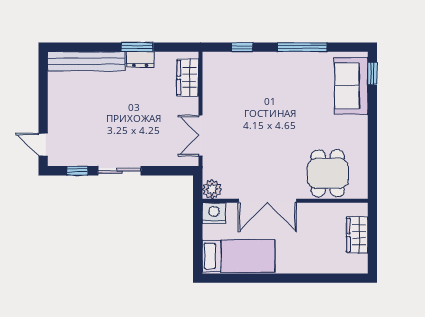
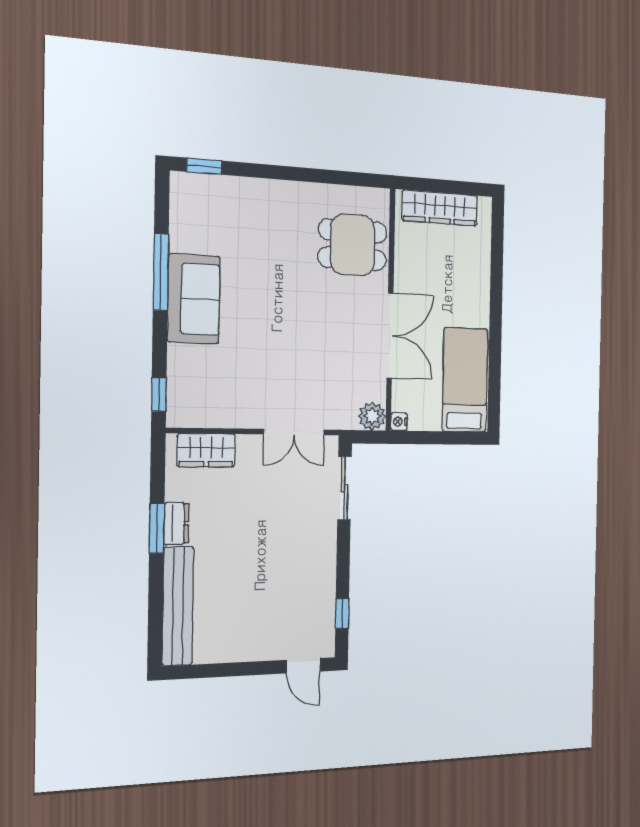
window: (242, 47) -> (159, 395), moved
sofa: (351, 86) -> (194, 299), moved, turned -90
door: (43, 145) -> (303, 666), hinge flipped
sliding door: (120, 171) -> (344, 488), moved
nightstand: (214, 213) -> (399, 422), width x0.53, depth x0.56
wardrobe: (357, 235) -> (440, 208), width x1.50

